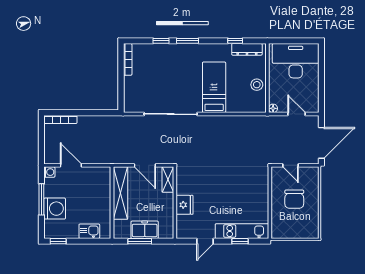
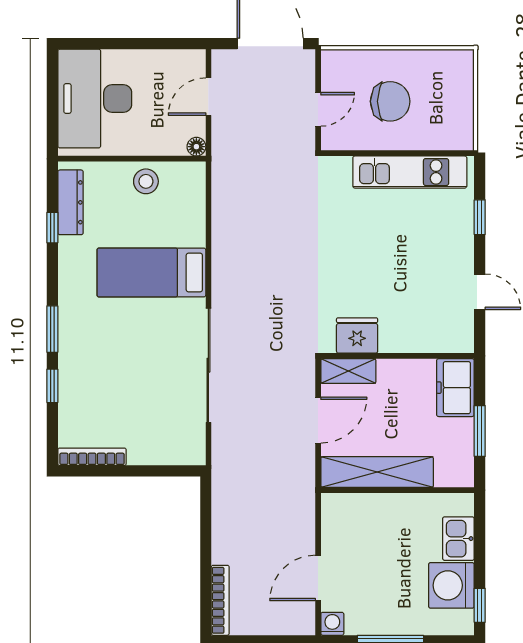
fridge: (185, 205) -> (357, 335), moved
washing machine: (55, 209) -> (451, 585), moved, turned -90
freezer: (145, 230) -> (455, 388), moved
kitchen unit: (242, 231) -> (410, 172), moved, turned -90

